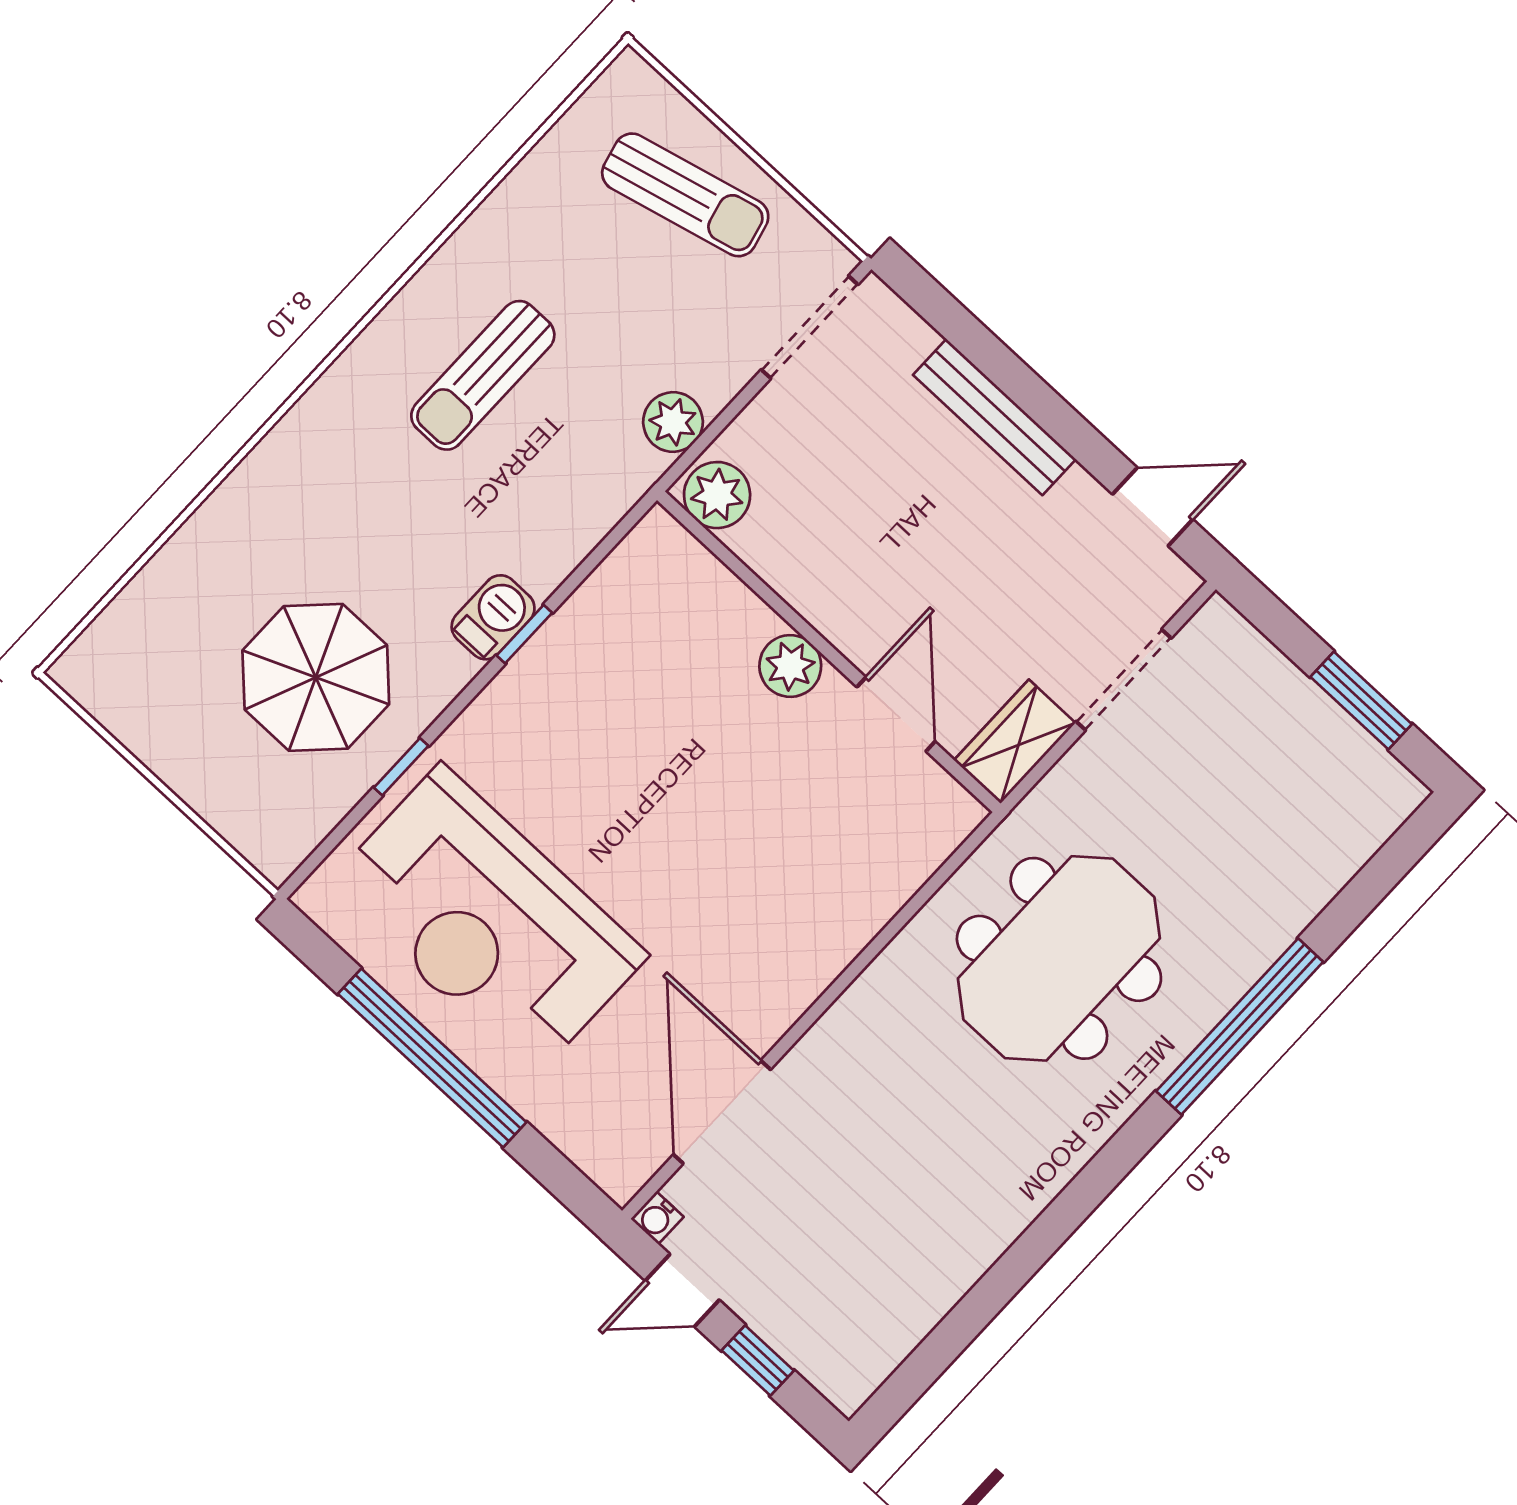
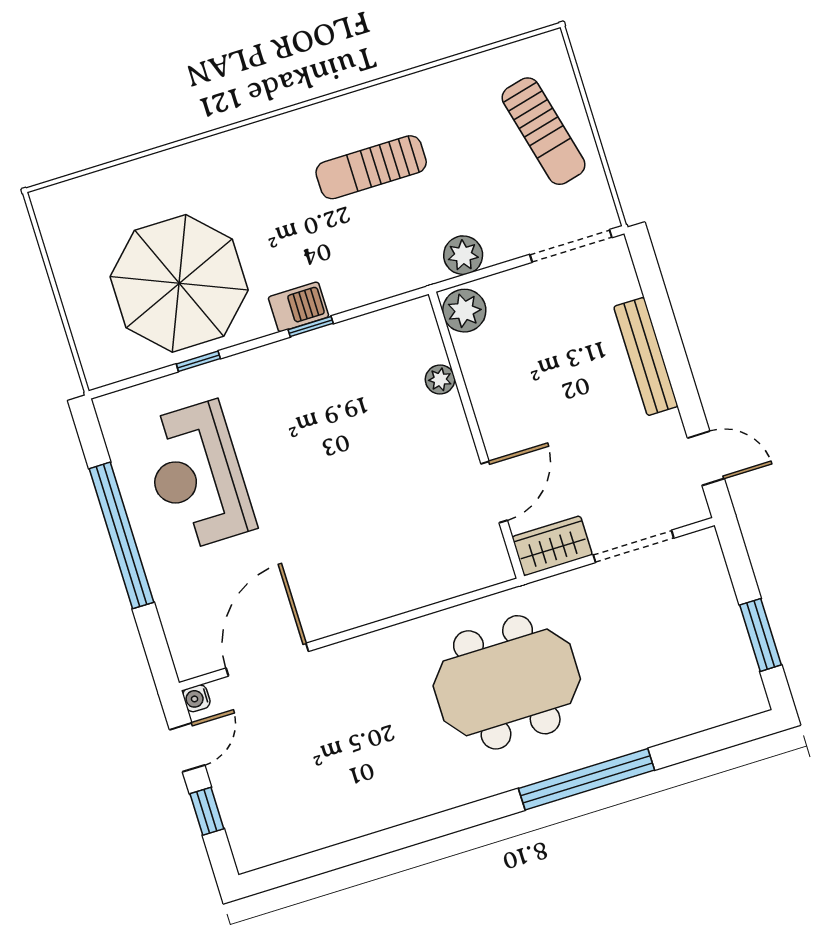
plant: (790, 666) -> (440, 380), moved, width x0.73, depth x0.73
parasol: (316, 677) -> (179, 283), width x1.36, depth x1.36
reception desk: (487, 921) -> (197, 476), width x0.74, depth x0.77
door: (682, 1290) -> (187, 747), swing flipped

